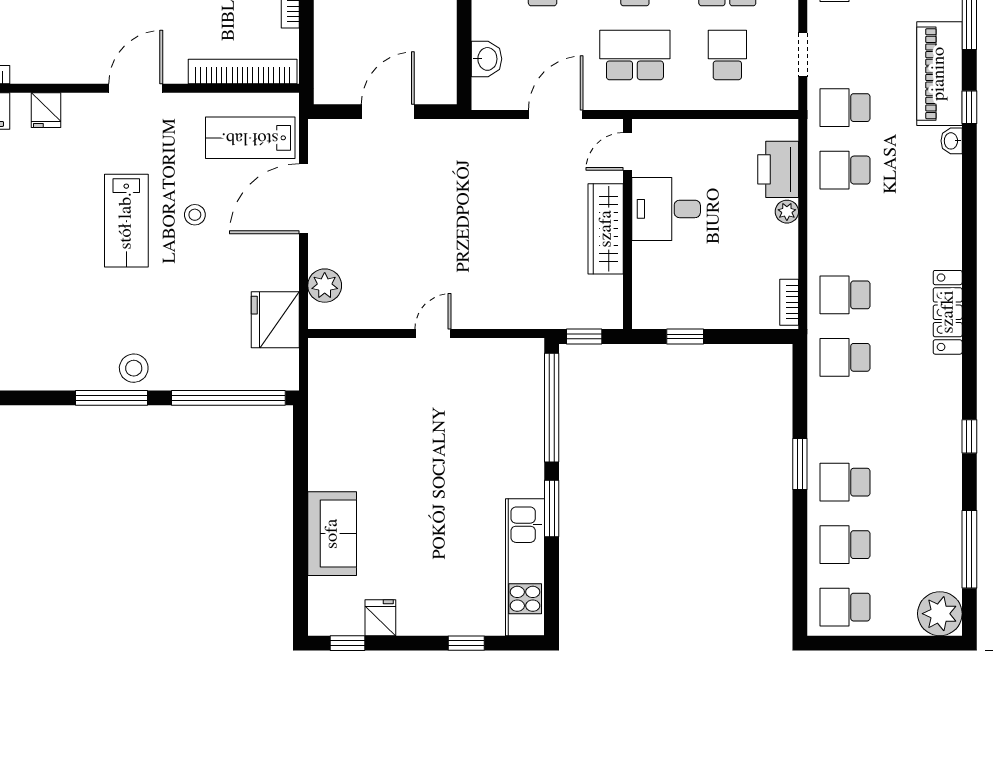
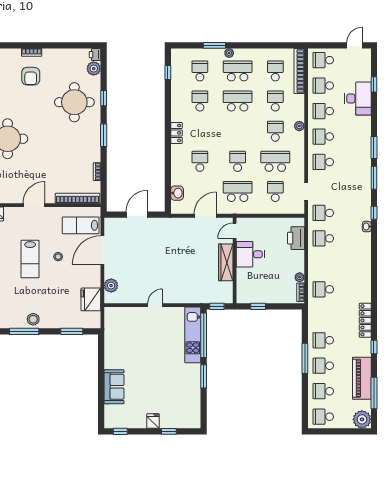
piano: (939, 74) -> (362, 378), moved
plant: (787, 212) -> (300, 277), moved
locker: (948, 312) -> (365, 320), moved
school desk: (845, 357) -> (323, 340), moved
window: (228, 398) -> (72, 331), width x0.47
window: (800, 464) -> (305, 358), width x1.44
kitchen unit: (525, 567) -> (193, 335), moved
fridge: (380, 618) -> (153, 421), moved

